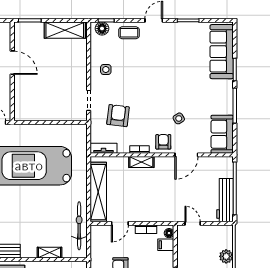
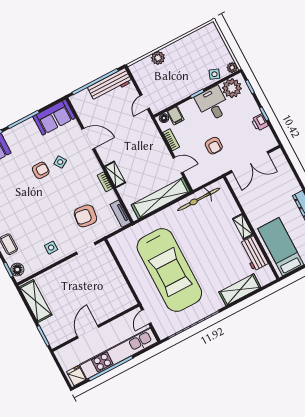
armchair: (163, 142) -> (41, 170), moved, turned 180
shelving: (50, 253) -> (243, 227), moved

